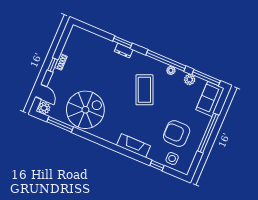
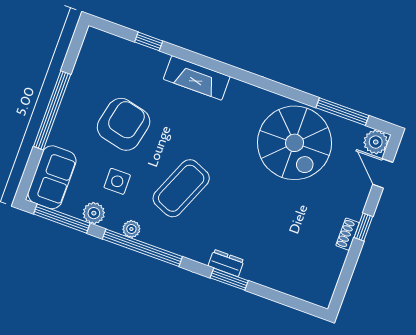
coffee table: (144, 90) -> (181, 188), turned 46
spiral stairs: (85, 110) -> (295, 143), turned -90
armchair: (177, 134) -> (124, 124), moved, turned -77
side table: (172, 158) -> (117, 181), moved

